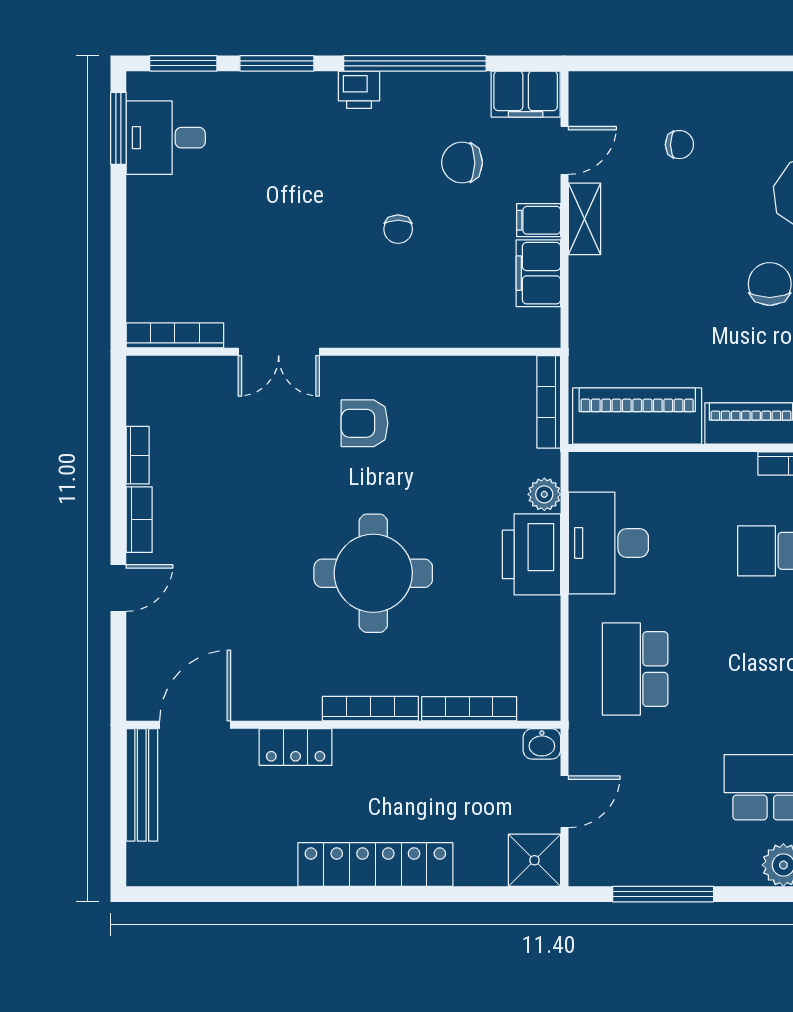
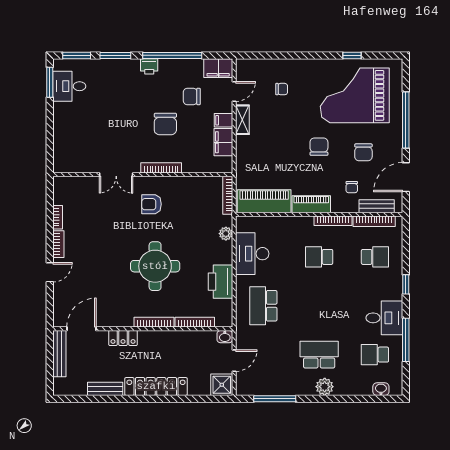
chair: (398, 229) -> (165, 124), width x1.87, depth x1.87
bookcase: (175, 335) -> (161, 168), moved
printer: (532, 554) -> (220, 282), moved
bench: (252, 870) -> (105, 389), added

